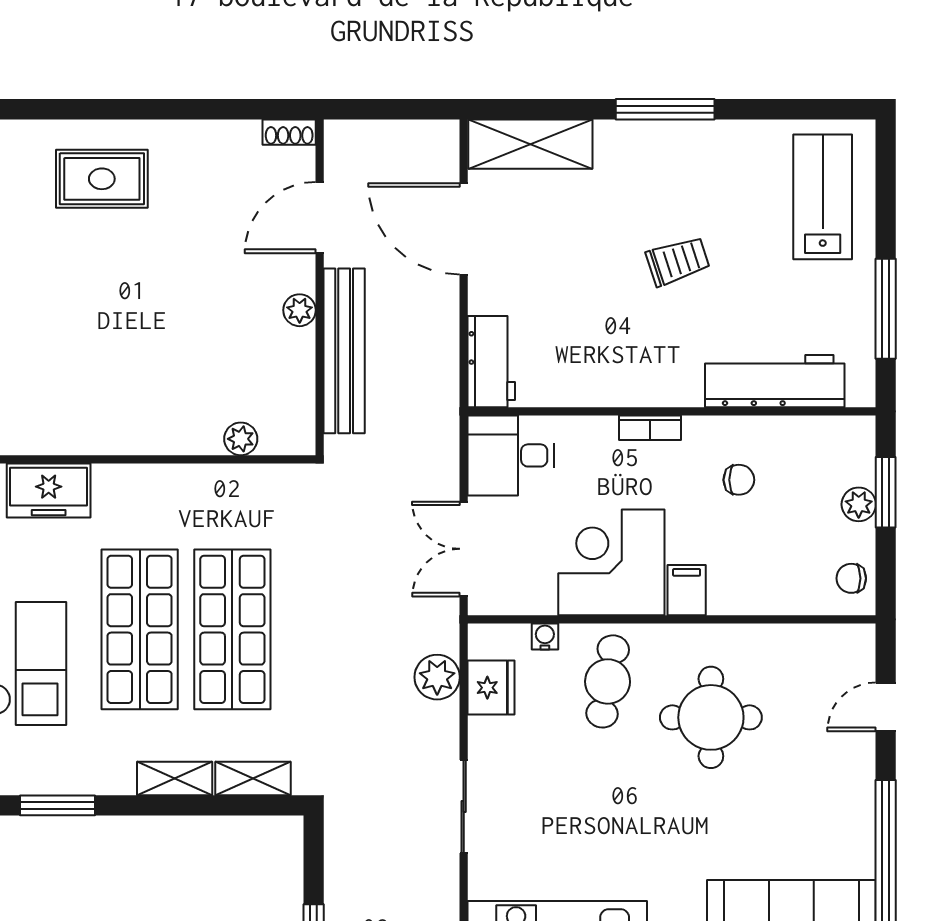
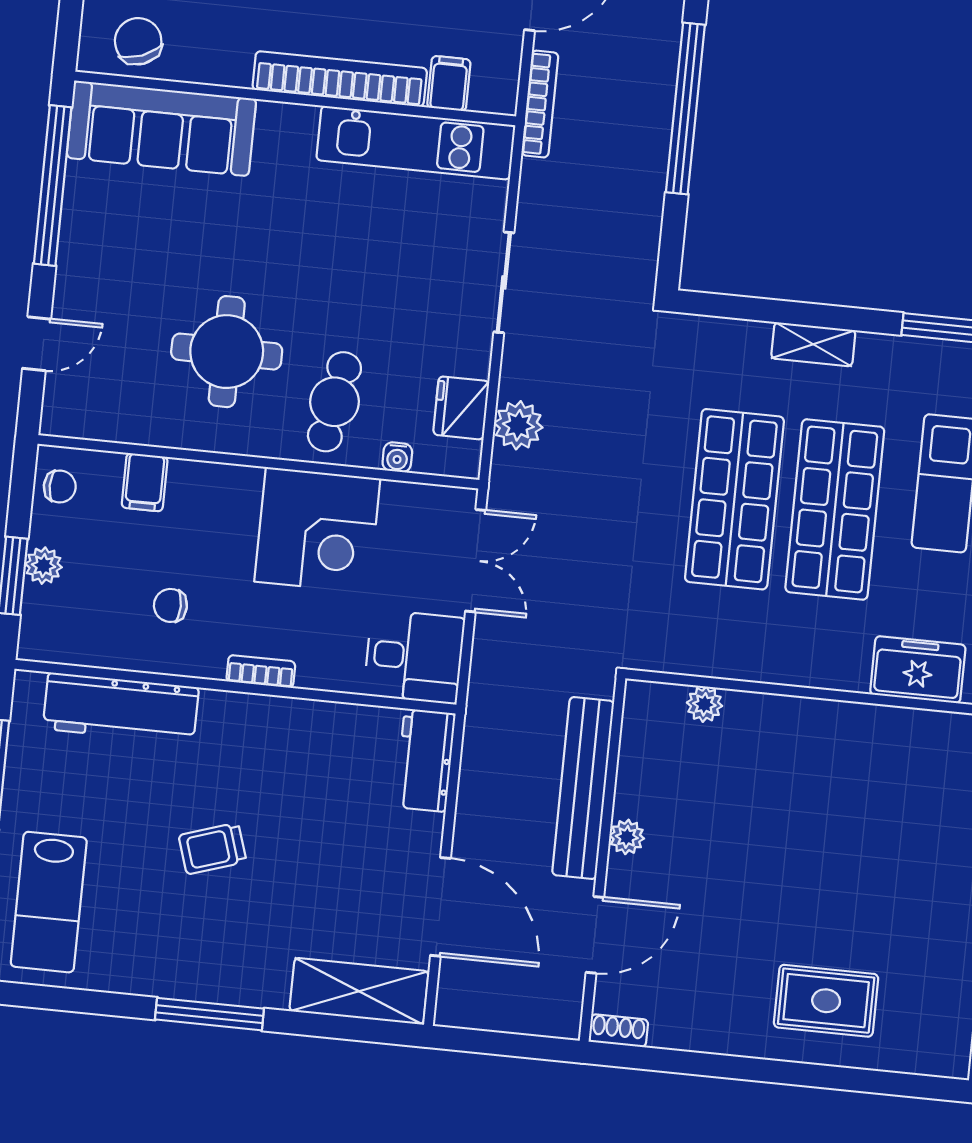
filing cabinet: (687, 590) -> (145, 482), moved
shelving: (253, 778) -> (729, 336), removed

